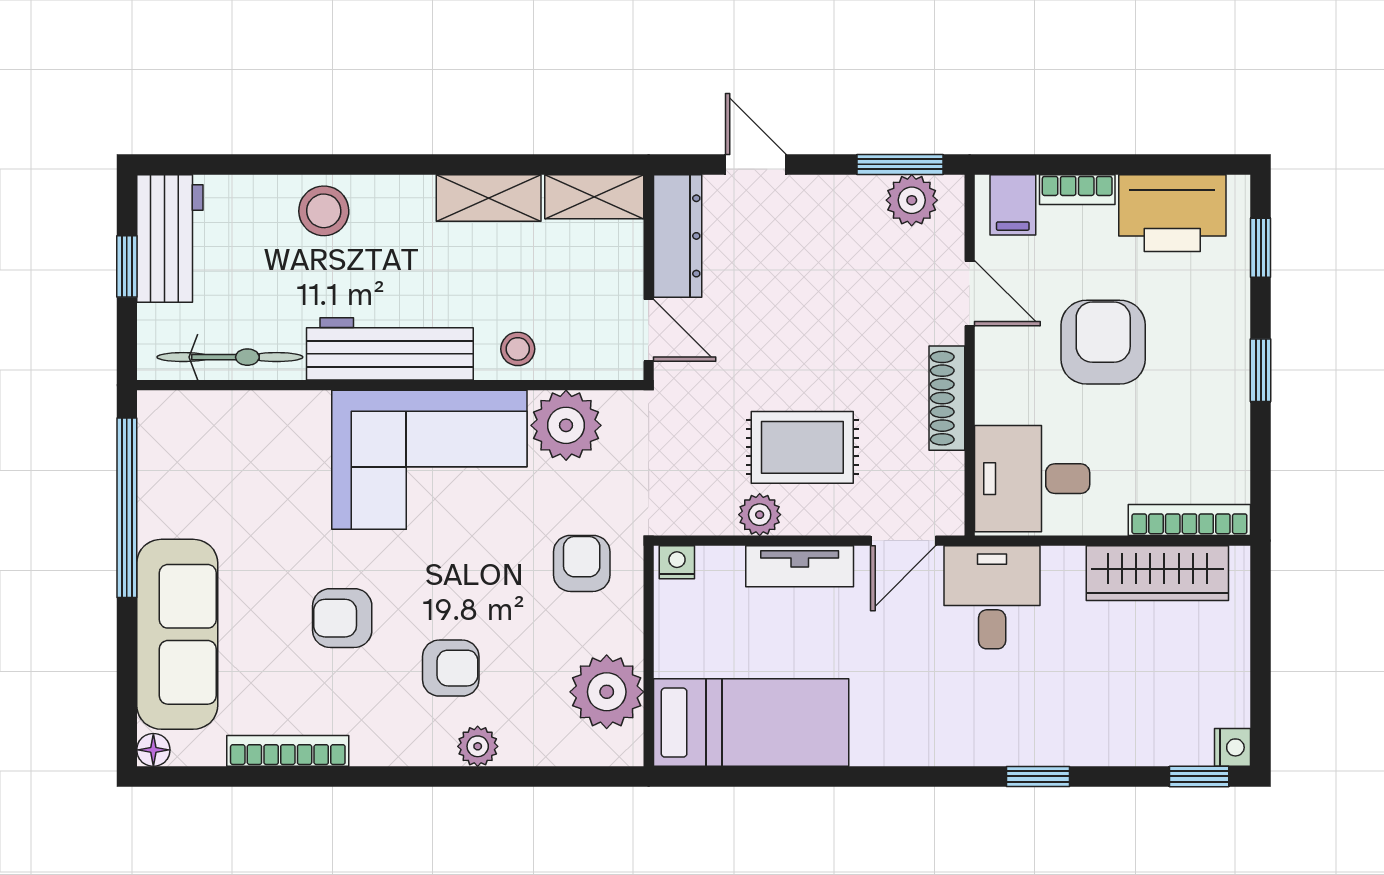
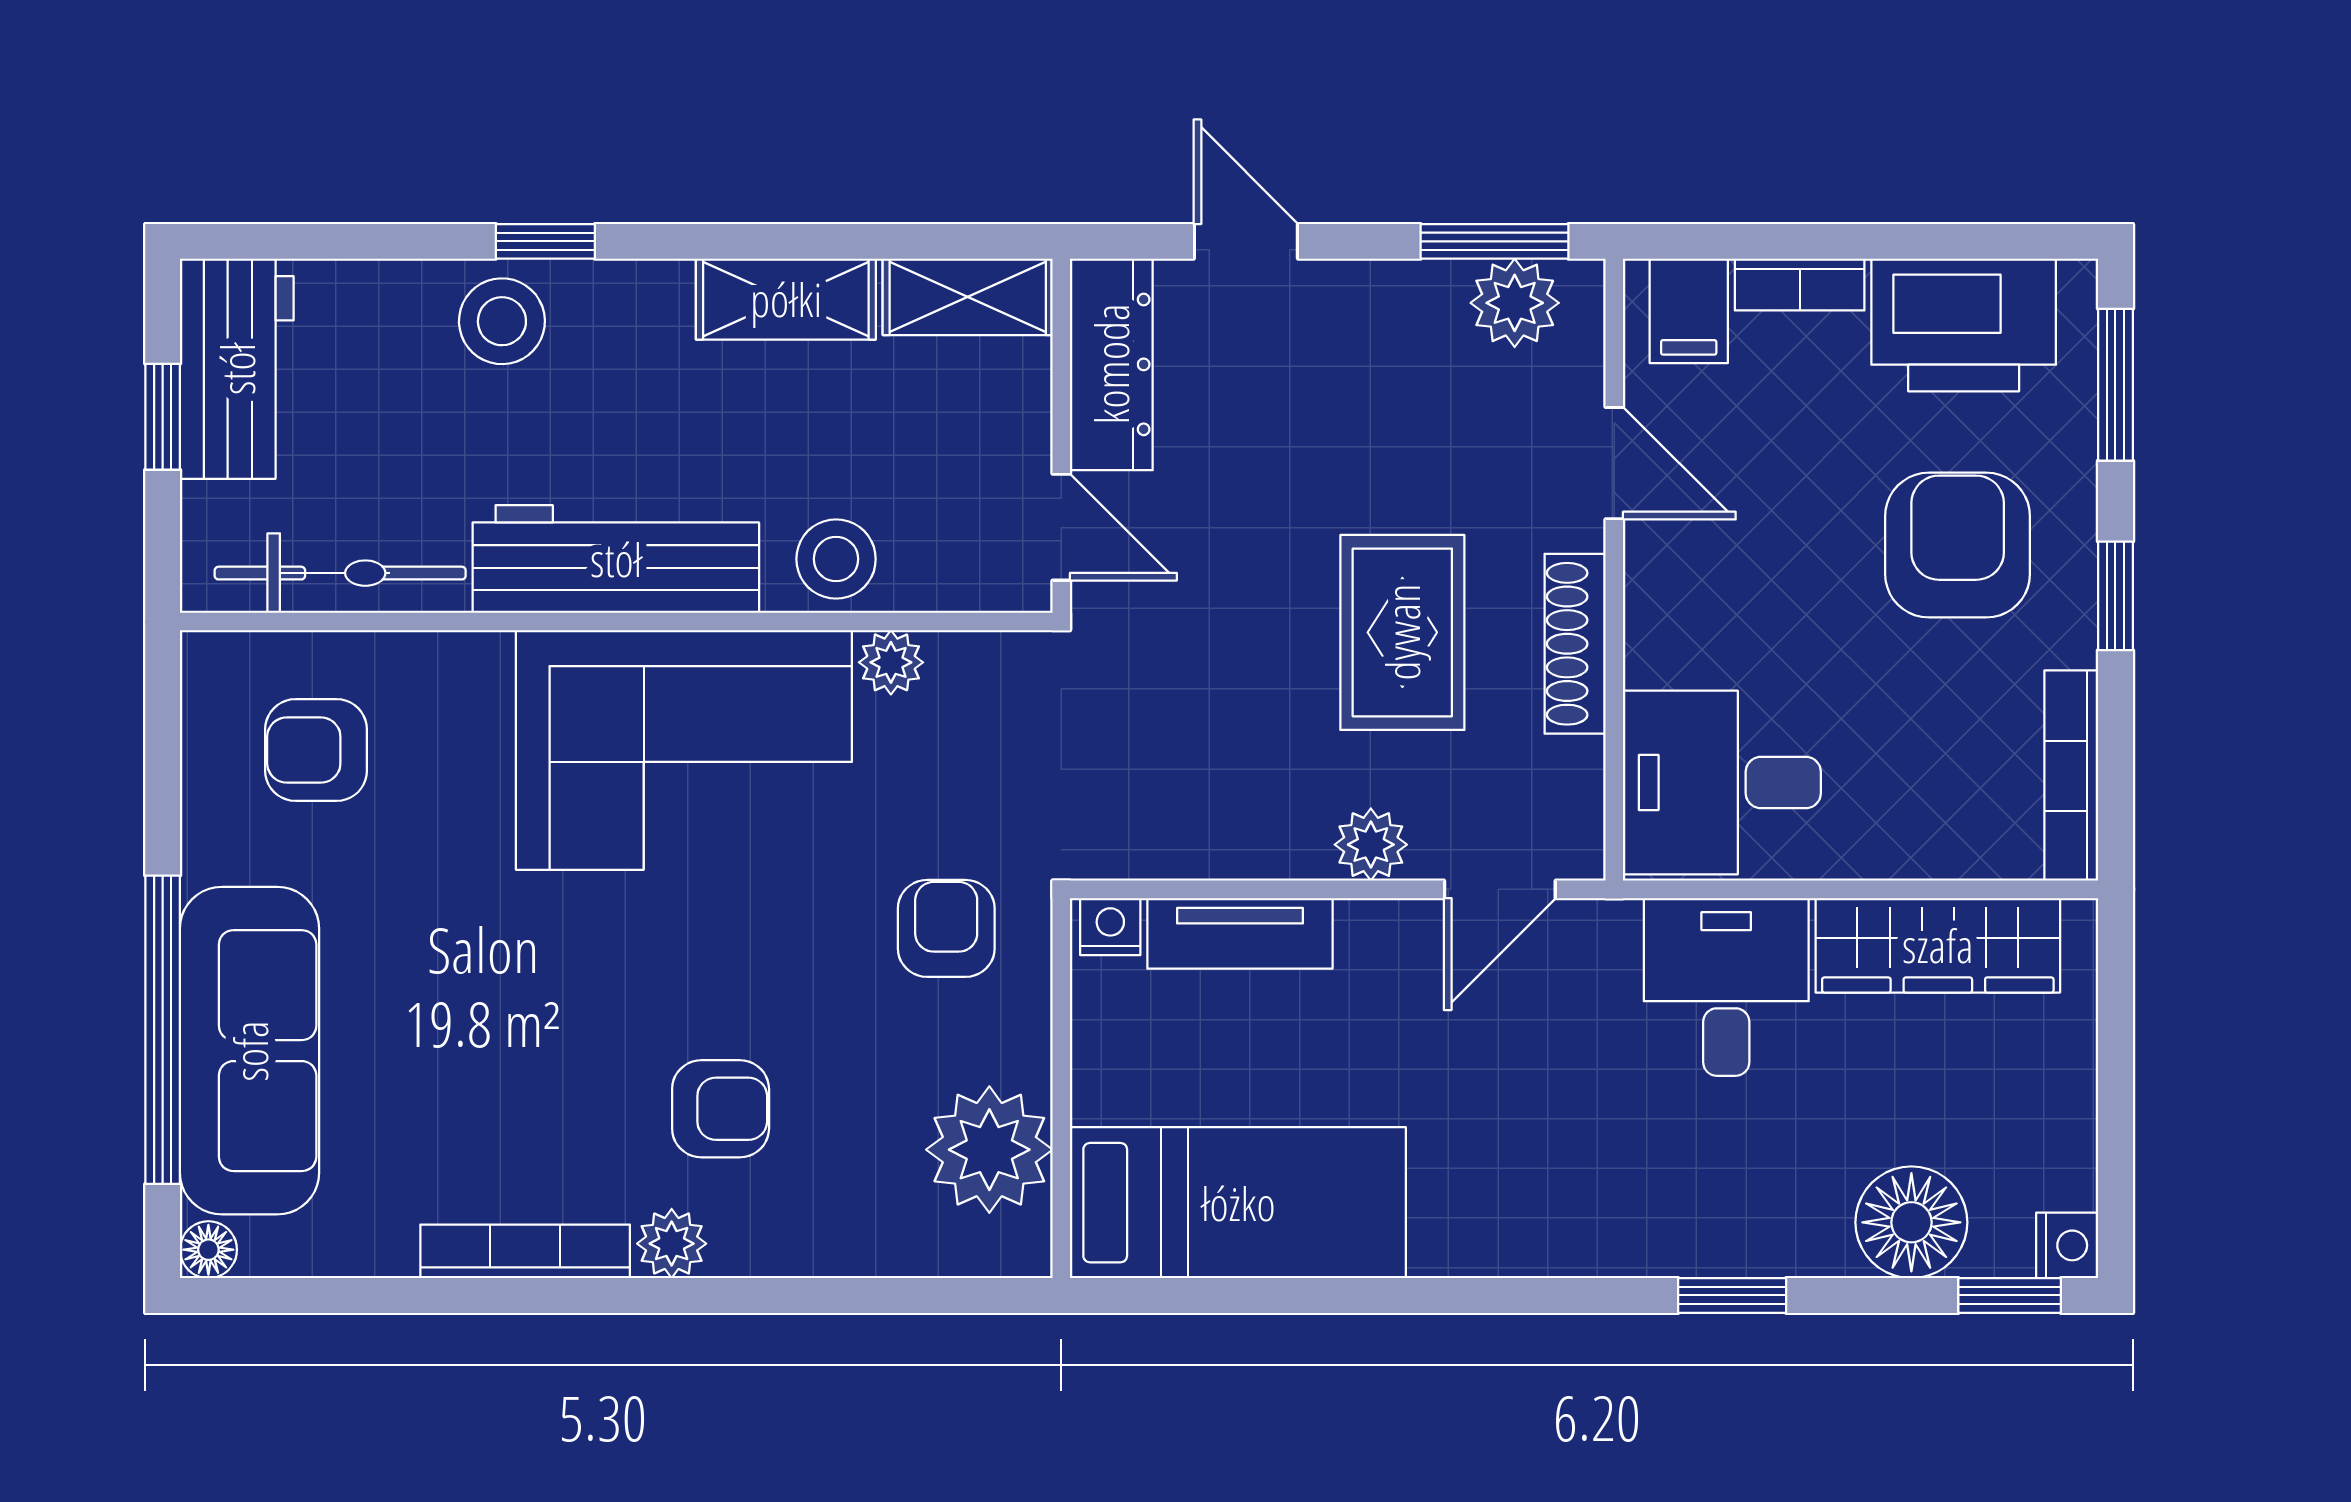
window: (349, 164) -> (545, 241), added
window: (1261, 248) -> (2115, 385), width x1.50
armchair: (1103, 342) -> (1958, 545), moved
stool: (518, 349) -> (836, 559), width x1.37, depth x1.37
plant: (566, 425) -> (891, 662), width x0.53, depth x0.53
rug: (802, 447) -> (1402, 632), moved, turned 90
window: (127, 508) -> (163, 1030), moved
plant: (760, 515) -> (1371, 845), moved
bookcase: (1189, 520) -> (2071, 776), moved, turned -90
tv unit: (800, 566) -> (1240, 933), moved
desk: (992, 597) -> (1726, 987), moved
armchair: (342, 618) -> (316, 750), moved
floor lamp: (1142, 734) -> (1911, 1222), added
plant: (478, 746) -> (672, 1244), moved
bookcase: (288, 751) -> (525, 1251), moved

